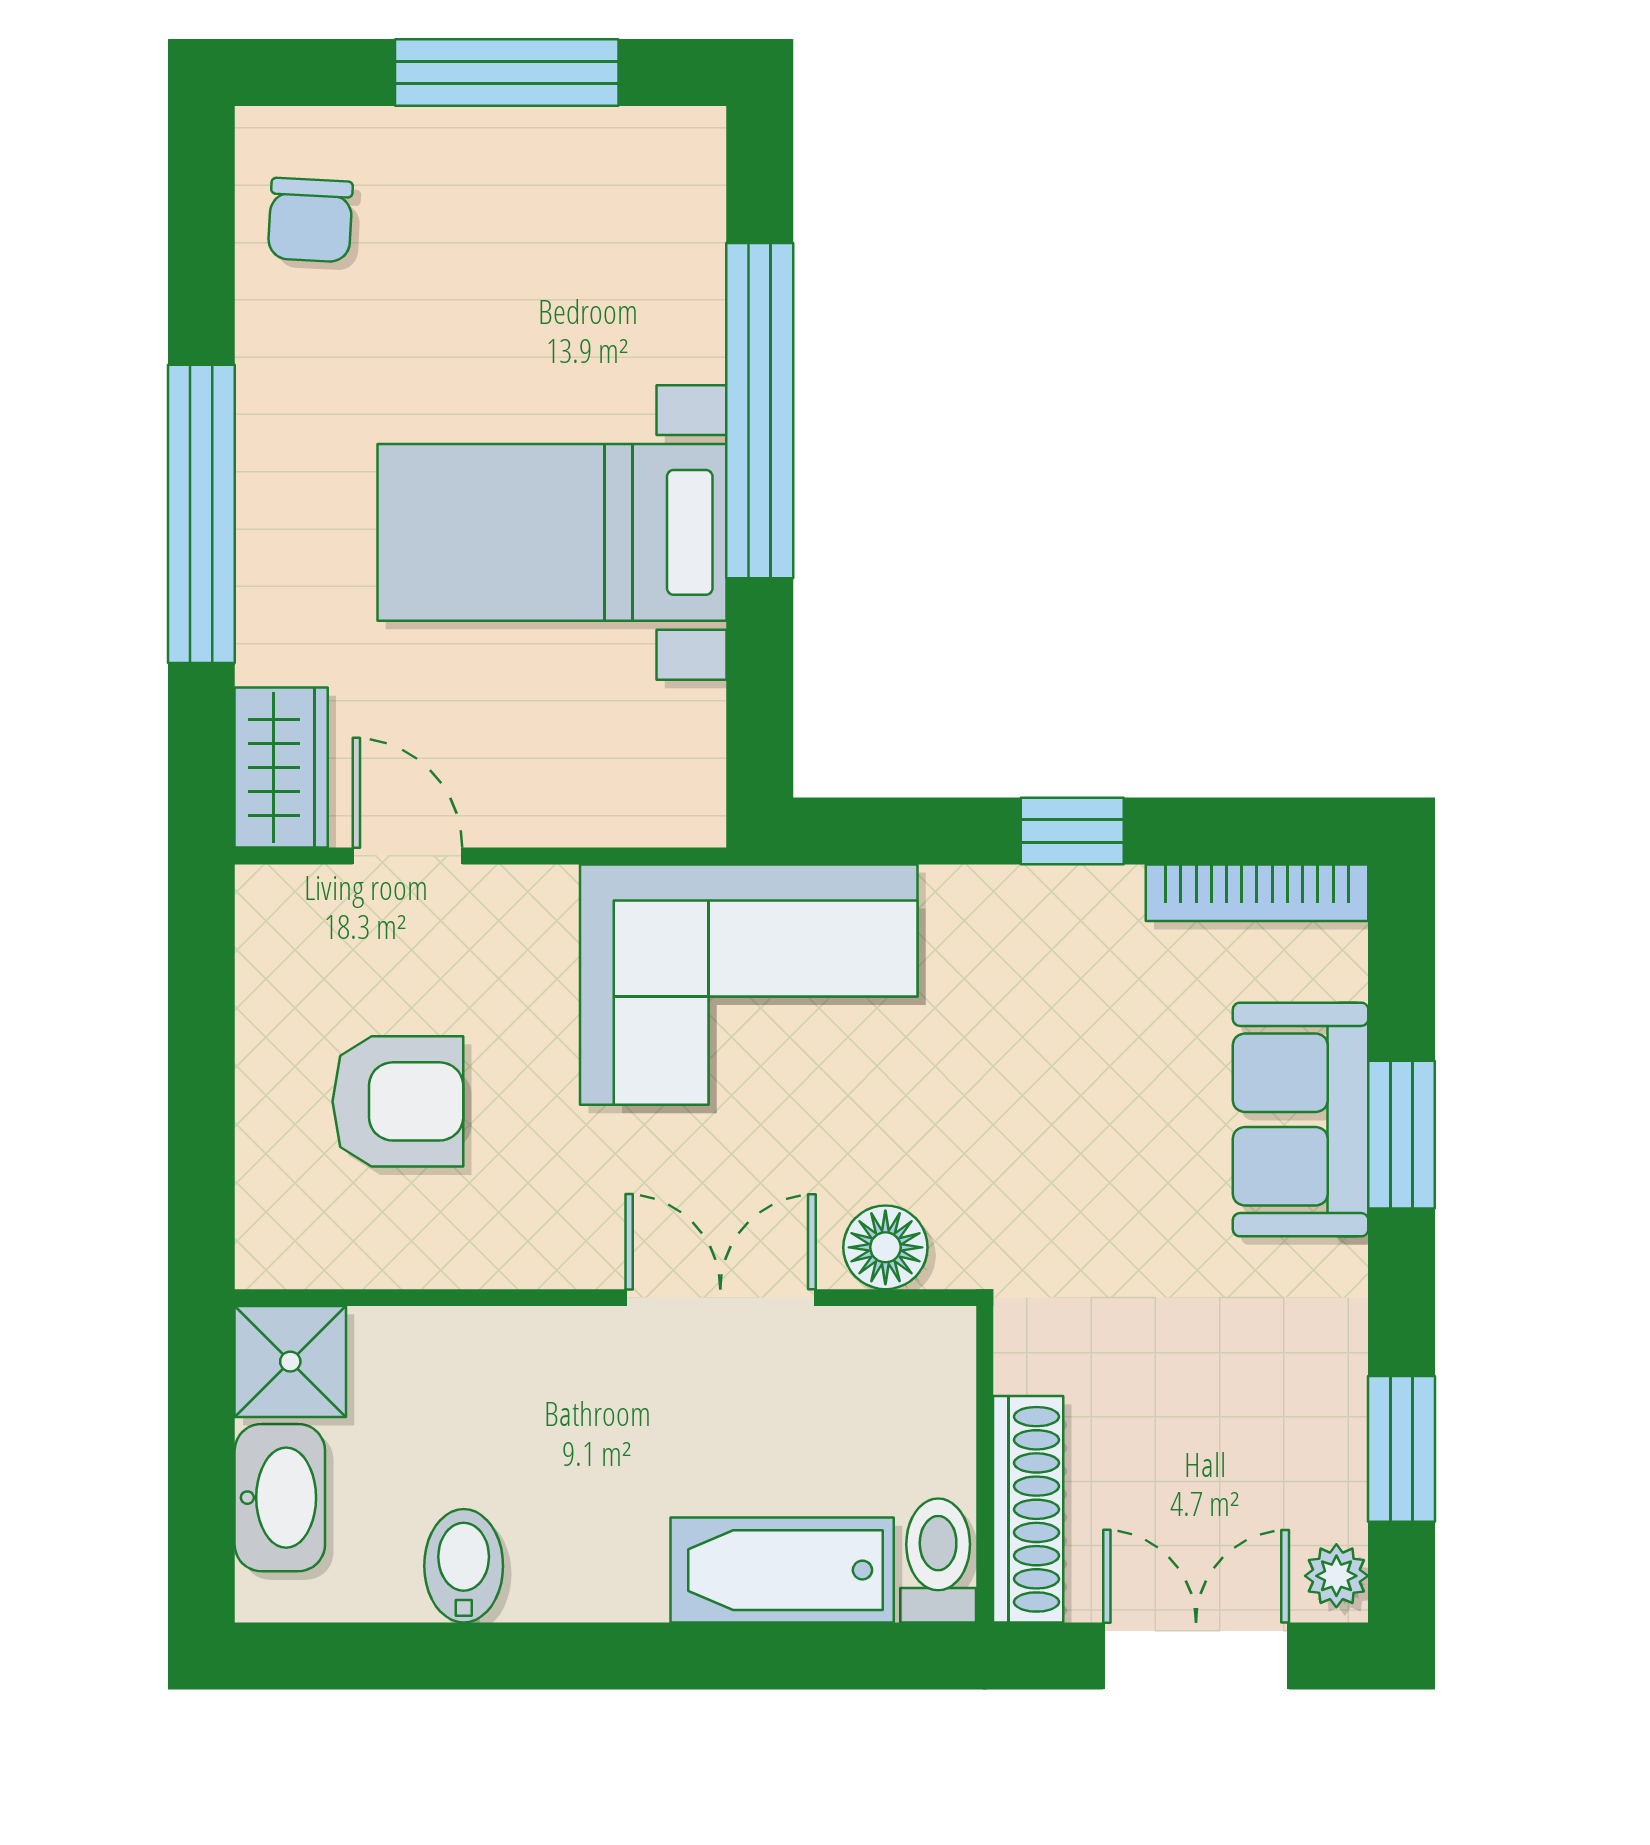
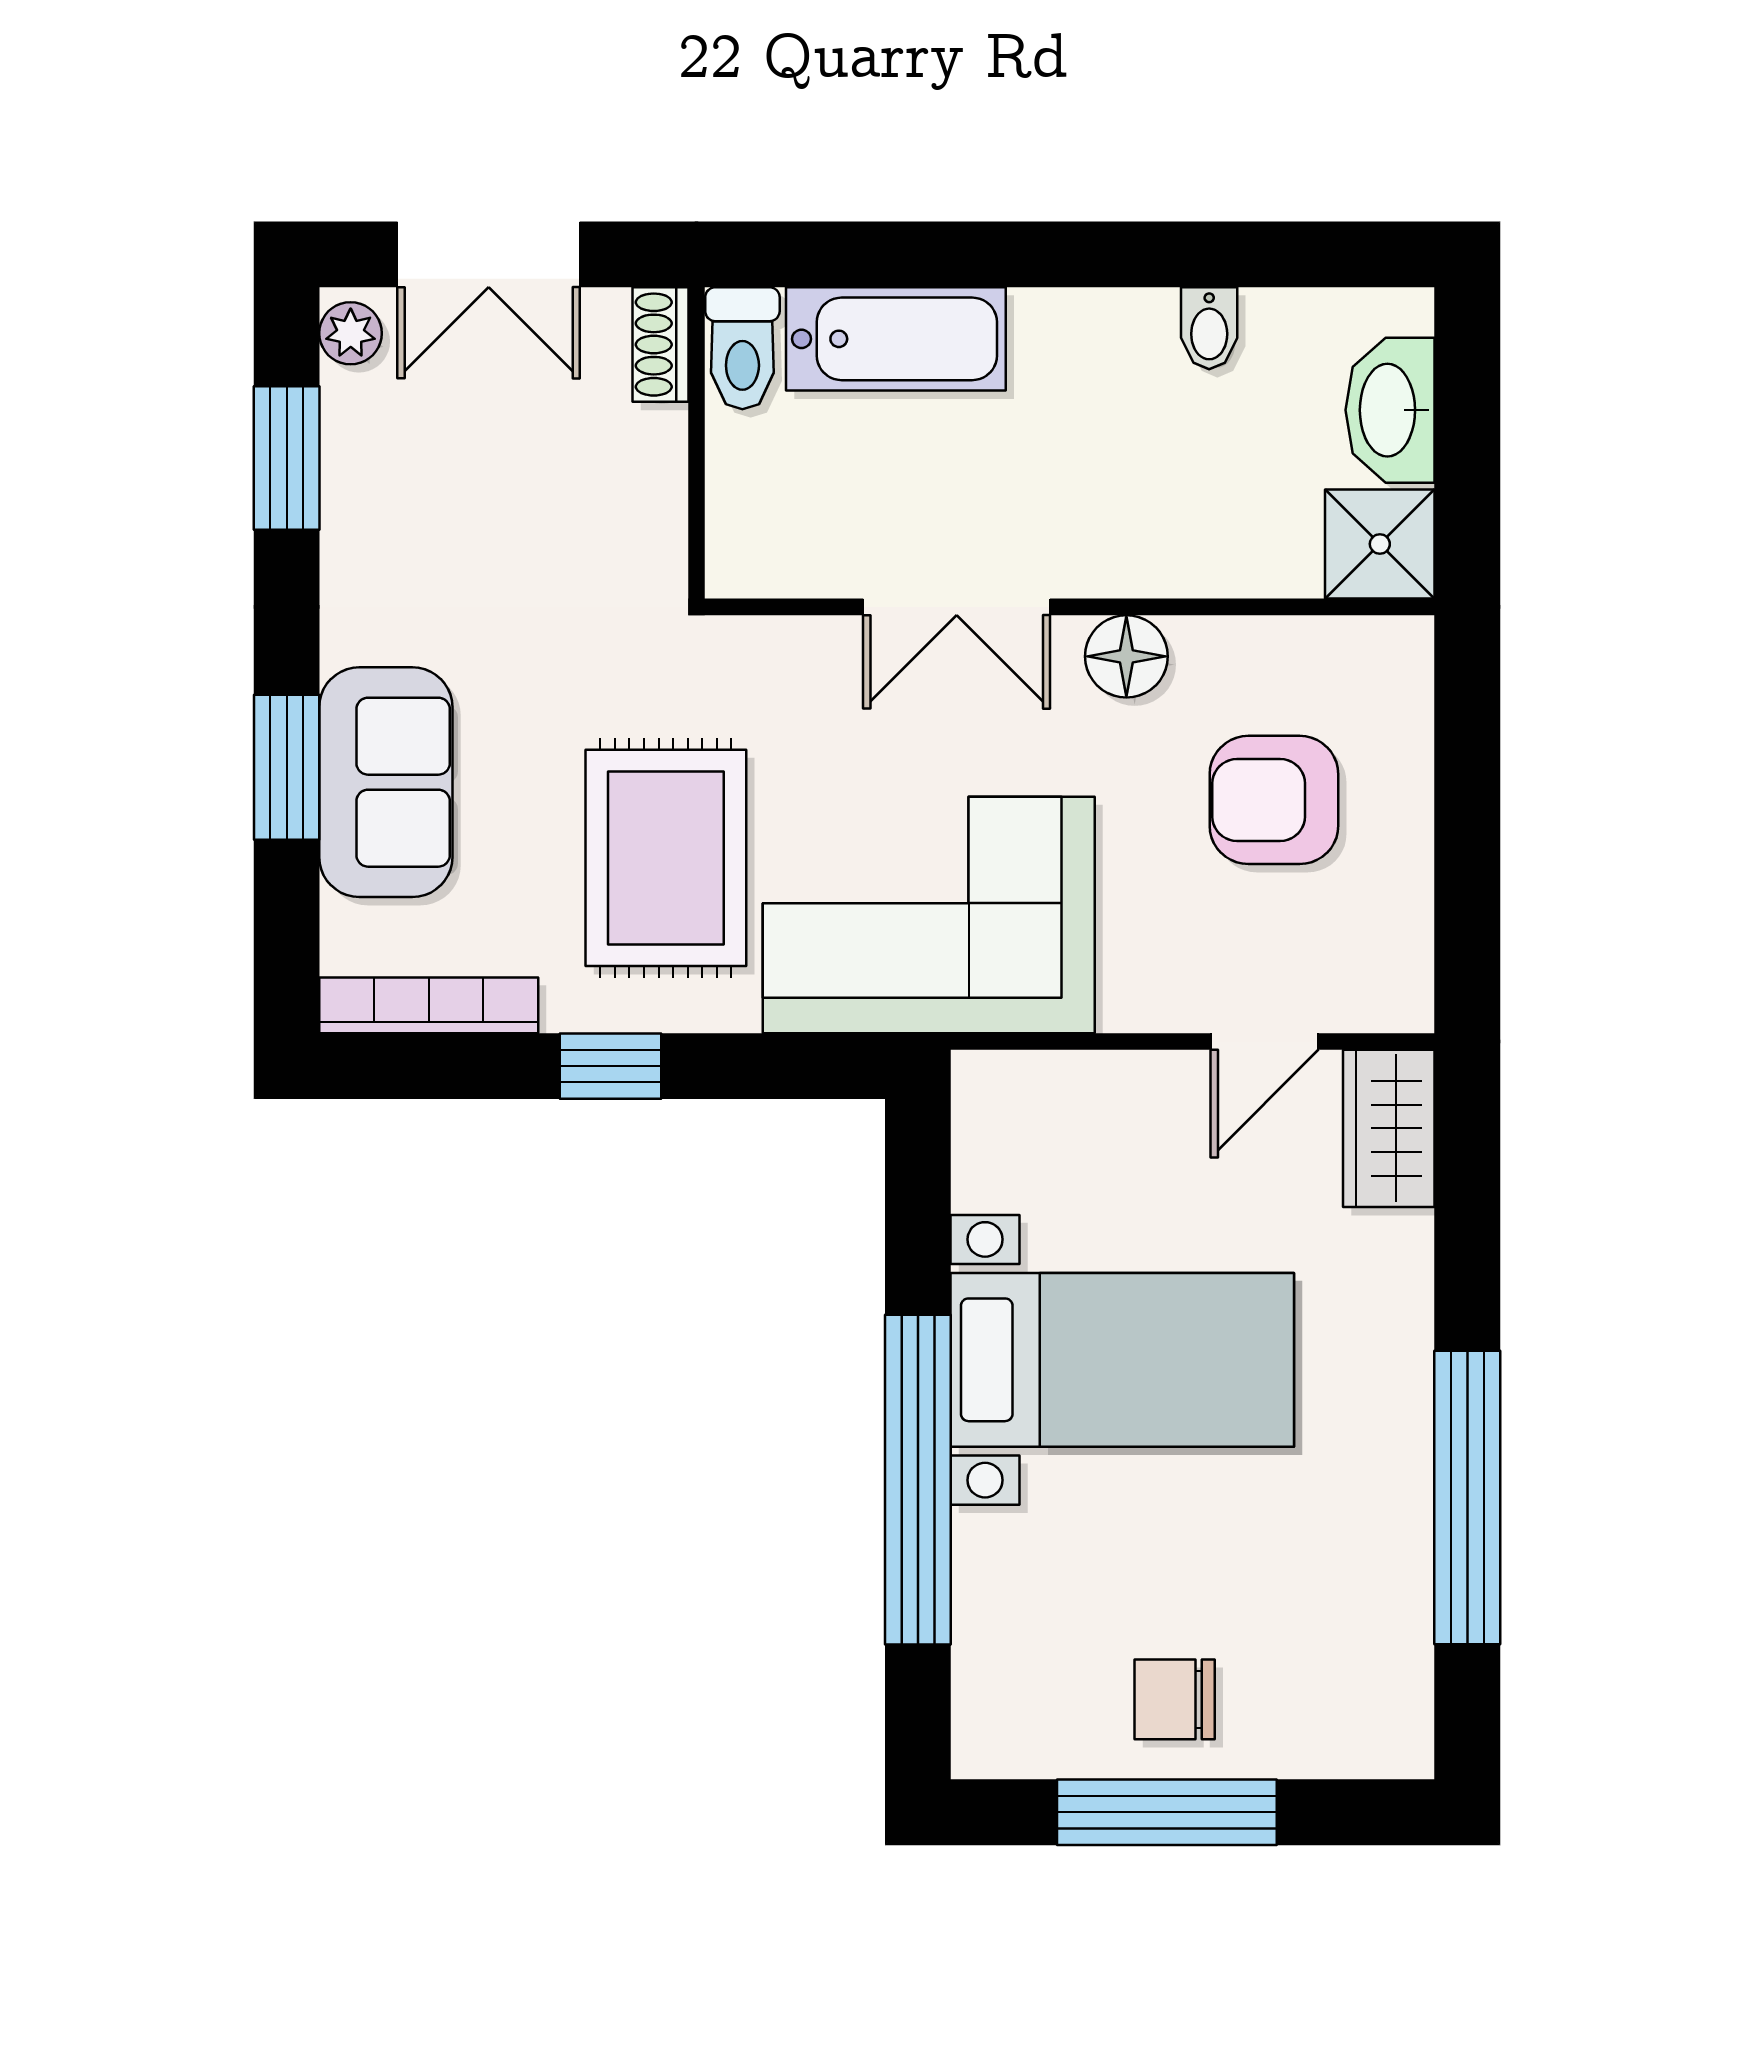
chair: (310, 220) -> (1175, 1699), moved, turned -93
window: (201, 514) -> (1467, 1498), moved
door: (408, 856) -> (1264, 1041), hinge flipped
rug: (1016, 1042) -> (666, 858), added
floor lamp: (885, 1247) -> (1126, 656), moved
shoe rack: (1028, 1509) -> (660, 345), width x0.51, depth x0.81
bidet: (464, 1566) -> (1209, 328), width x0.72, depth x0.74

